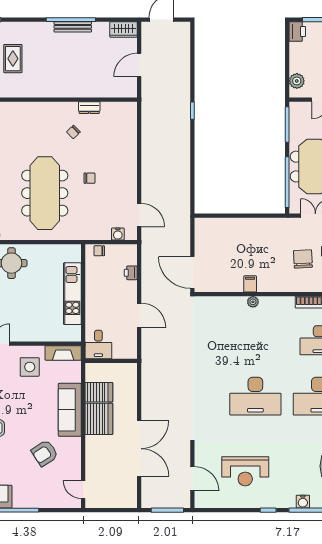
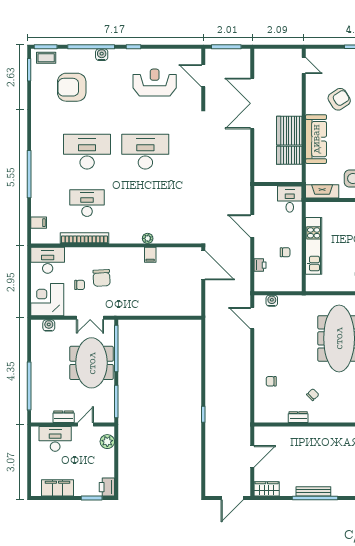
chair: (90, 178) -> (271, 381), moved
chair: (99, 251) -> (285, 252), moved

